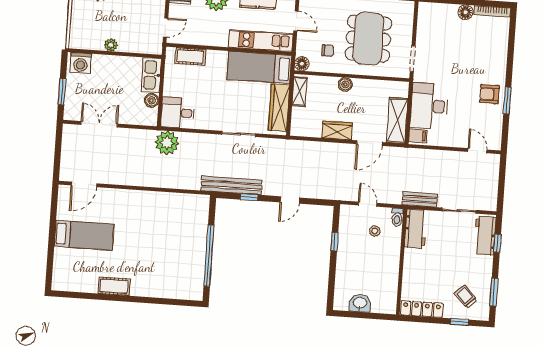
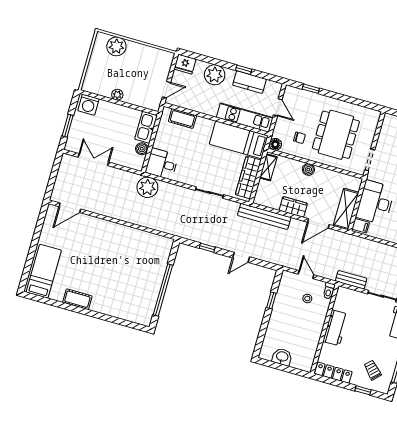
bench: (231, 185) -> (264, 216), moved
workbench: (416, 229) -> (336, 328), moved
bed: (84, 235) -> (44, 271), moved, turned -90

